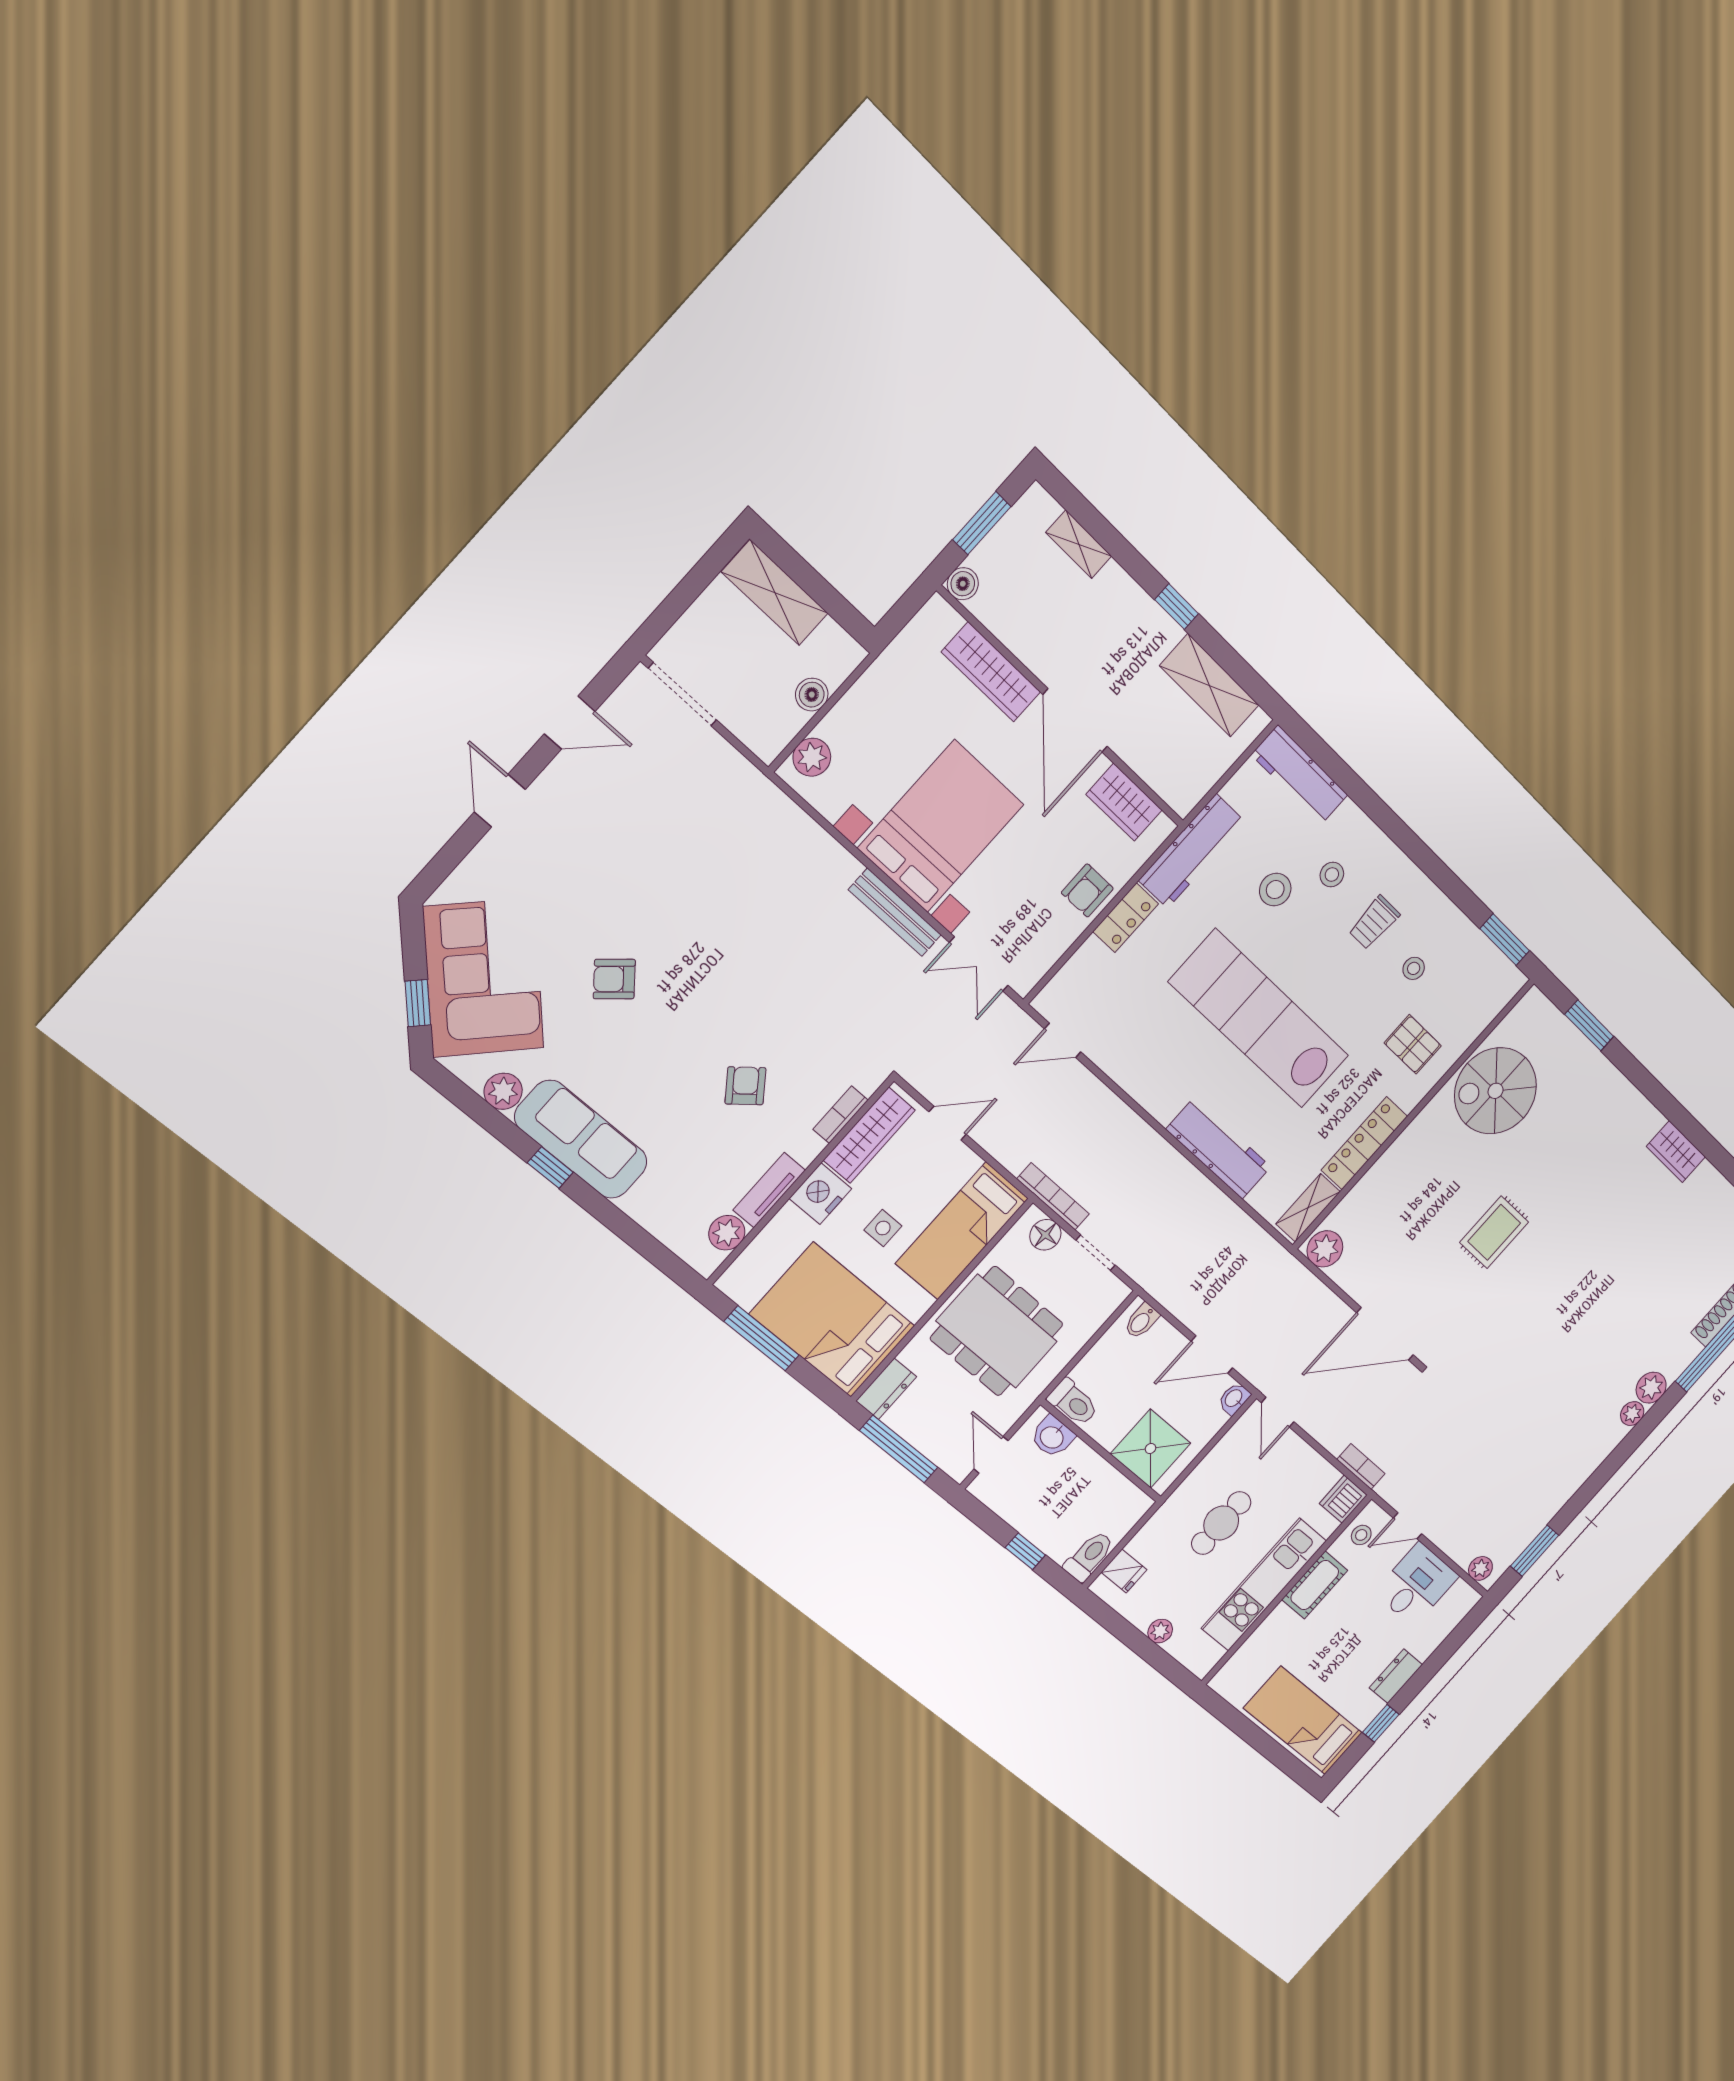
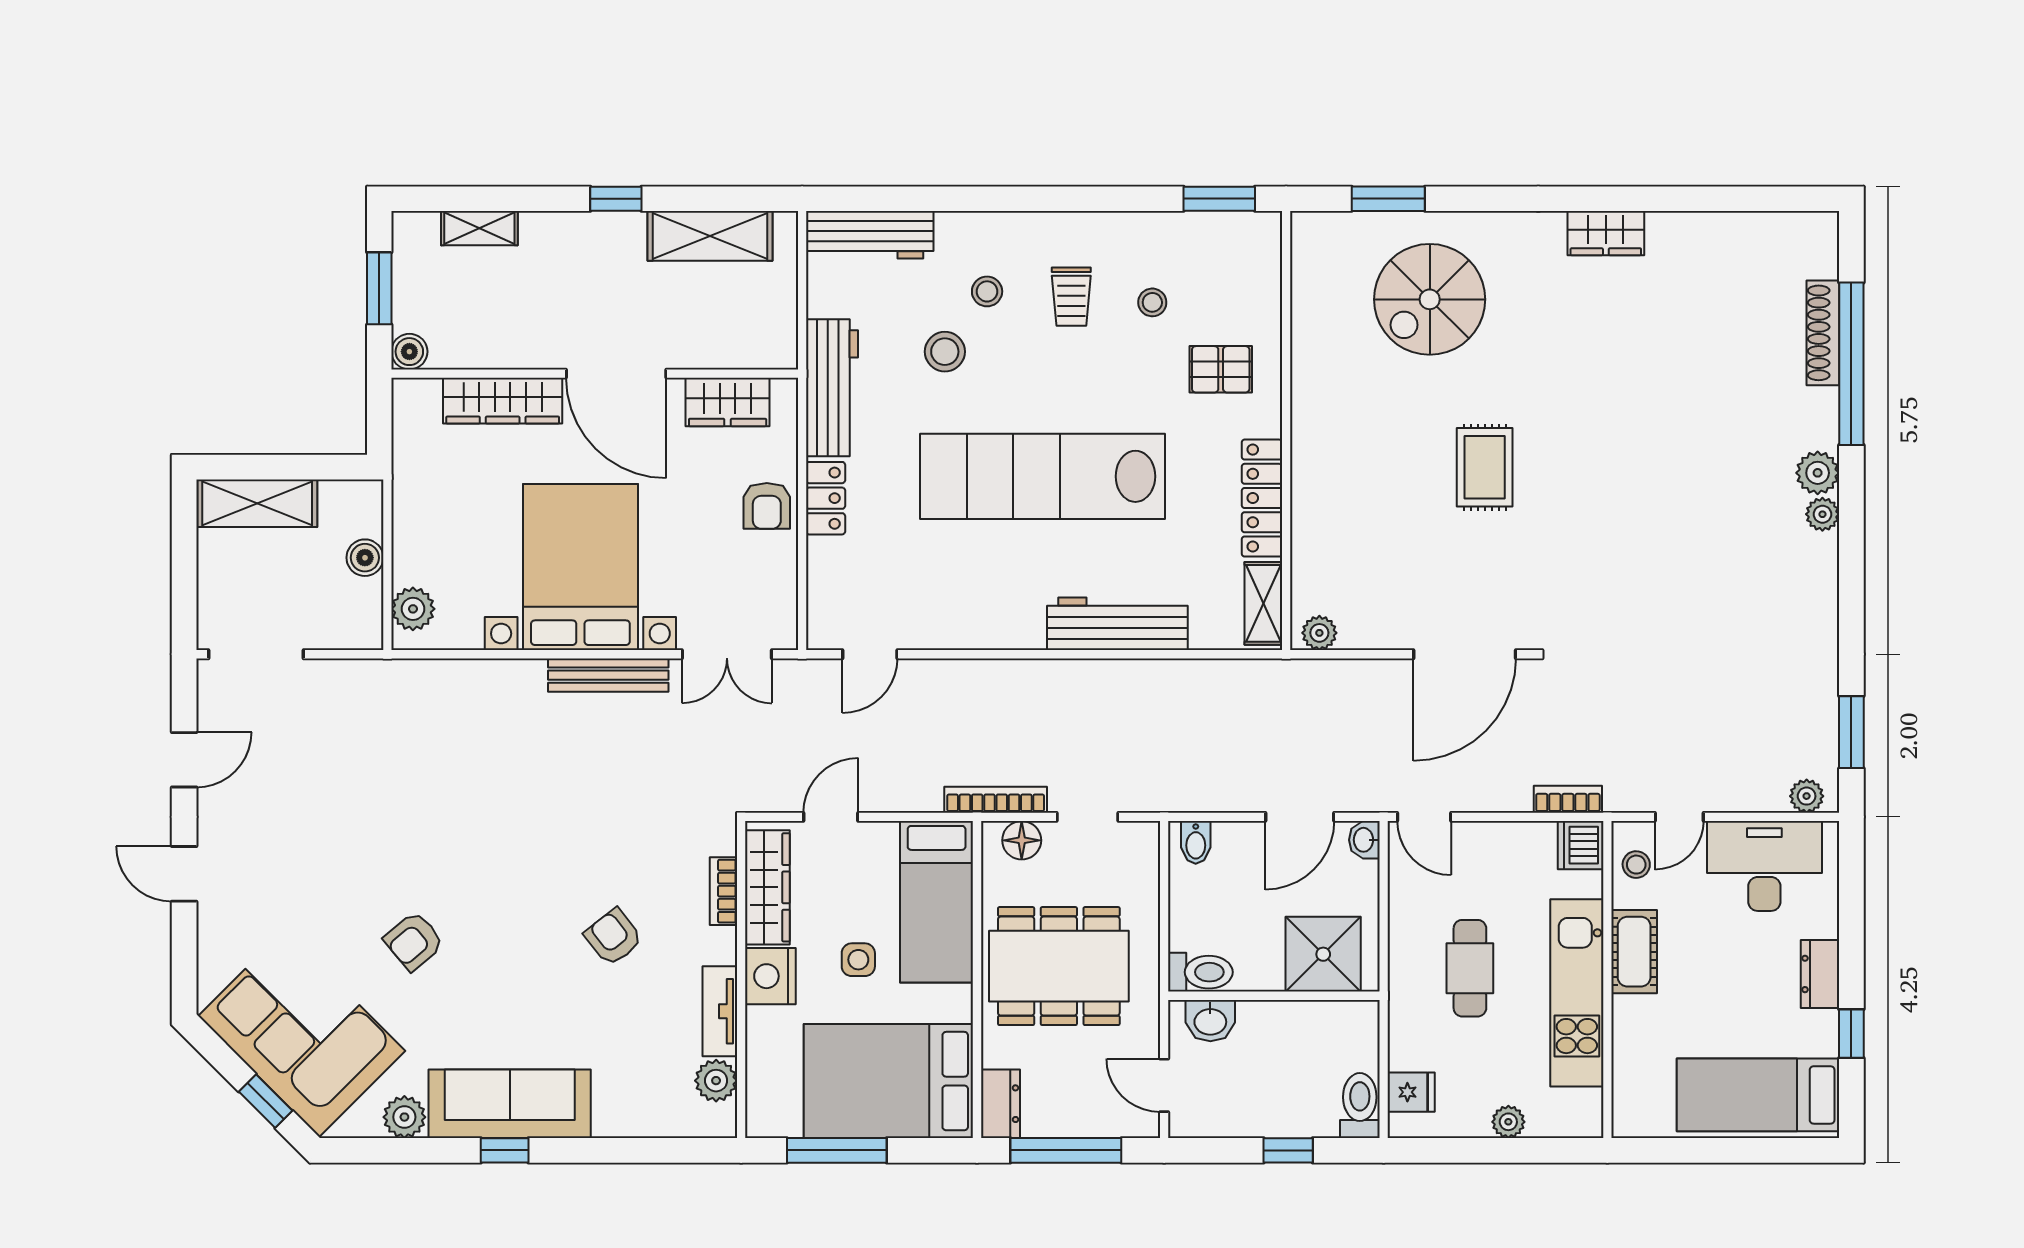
spiral stairs: (1496, 1091) -> (1430, 299), moved
plant: (1325, 1249) -> (1319, 633), width x0.73, depth x0.73
desk: (1416, 1584) -> (1764, 866), width x1.37

